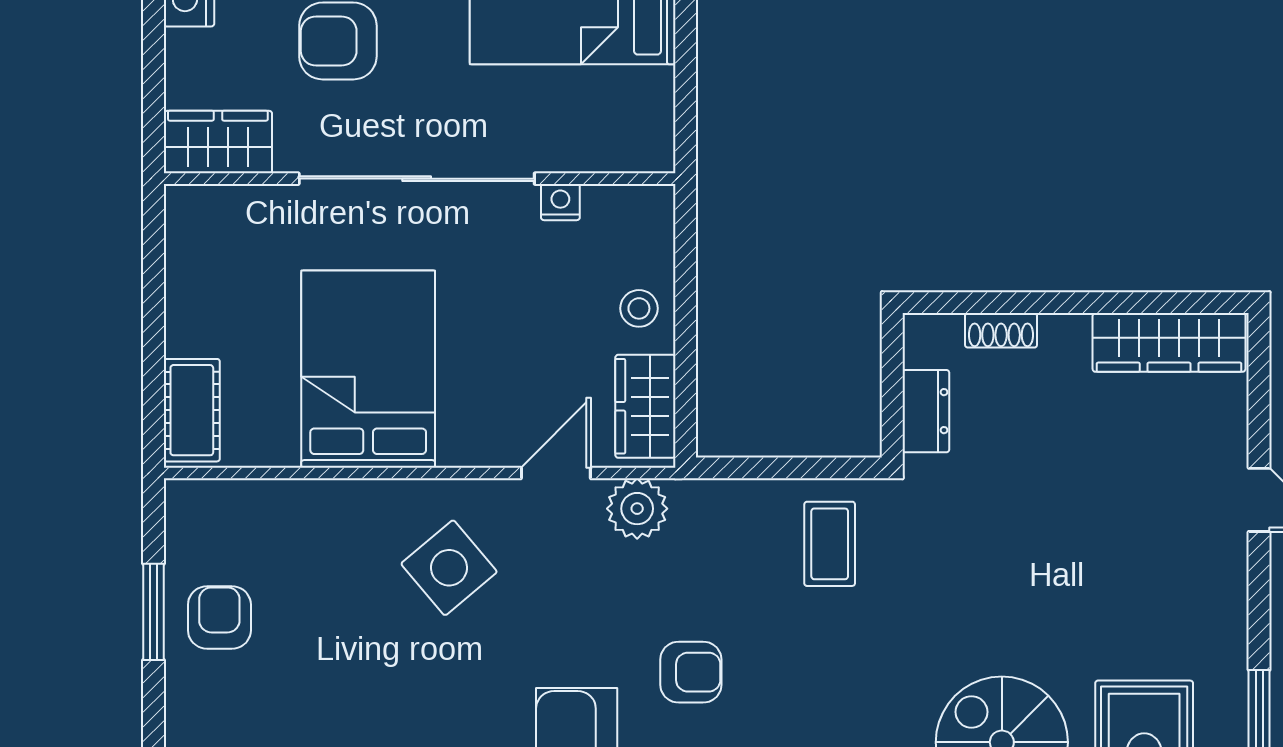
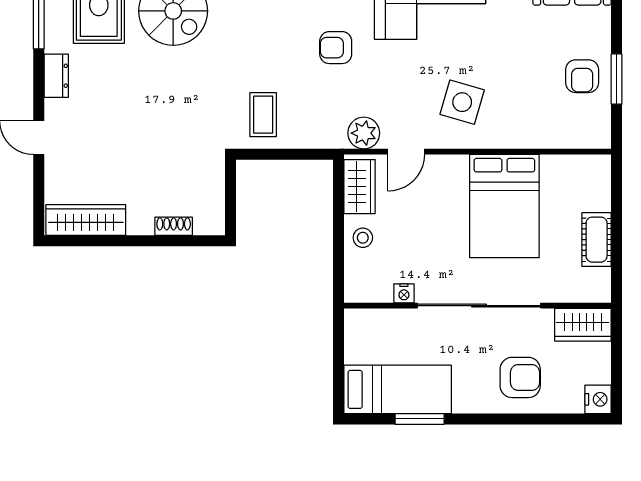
cot: (192, 410) -> (597, 240), moved
dresser: (926, 411) -> (56, 76), moved, turned 180
side table: (449, 568) -> (462, 102), turned -34

